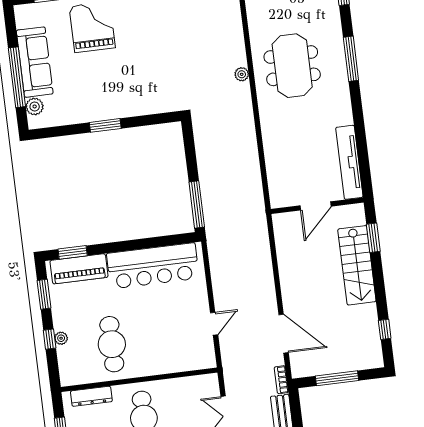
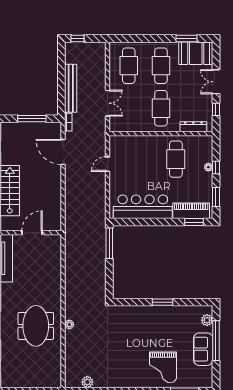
sofa: (35, 62) -> (203, 349), width x0.73

